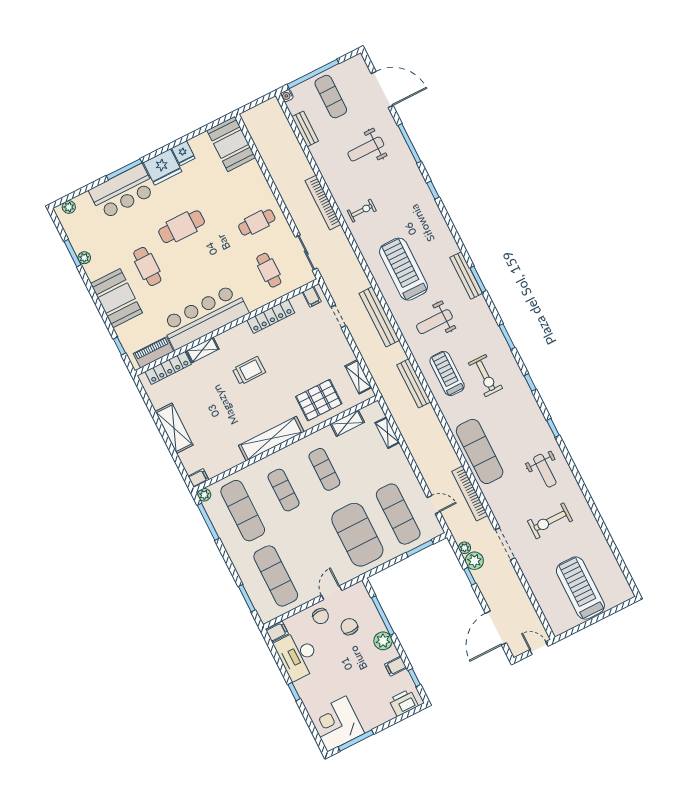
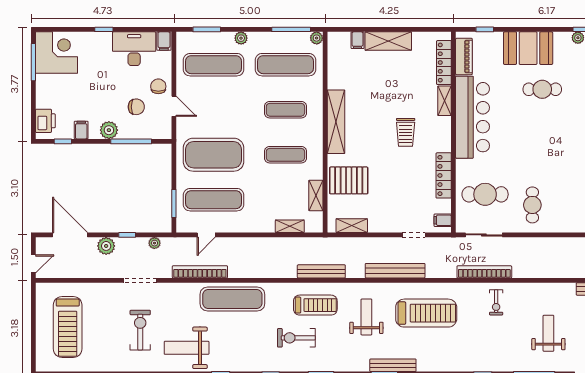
bookcase: (323, 203) -> (484, 272), moved
cafe table: (182, 227) -> (562, 137), removed
cafe table: (269, 270) -> (485, 194), width x1.37, depth x1.35
pallet: (319, 400) -> (349, 180), turned 90
weight bench: (545, 471) -> (187, 348), width x1.36, depth x1.33
filing cabinet: (198, 478) -> (357, 40), moved
plant: (474, 561) -> (106, 246), moved
plant: (239, 563) -> (241, 38), added
treadmill: (580, 588) -> (68, 327), turned 90
chair: (321, 616) -> (158, 86), turned 90

